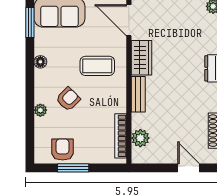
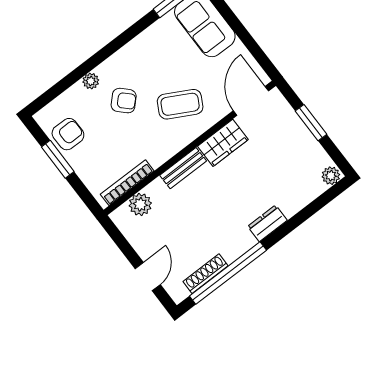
floor lamp: (40, 62) -> (140, 43), removed
coffee table: (97, 66) -> (180, 104), turned -62

